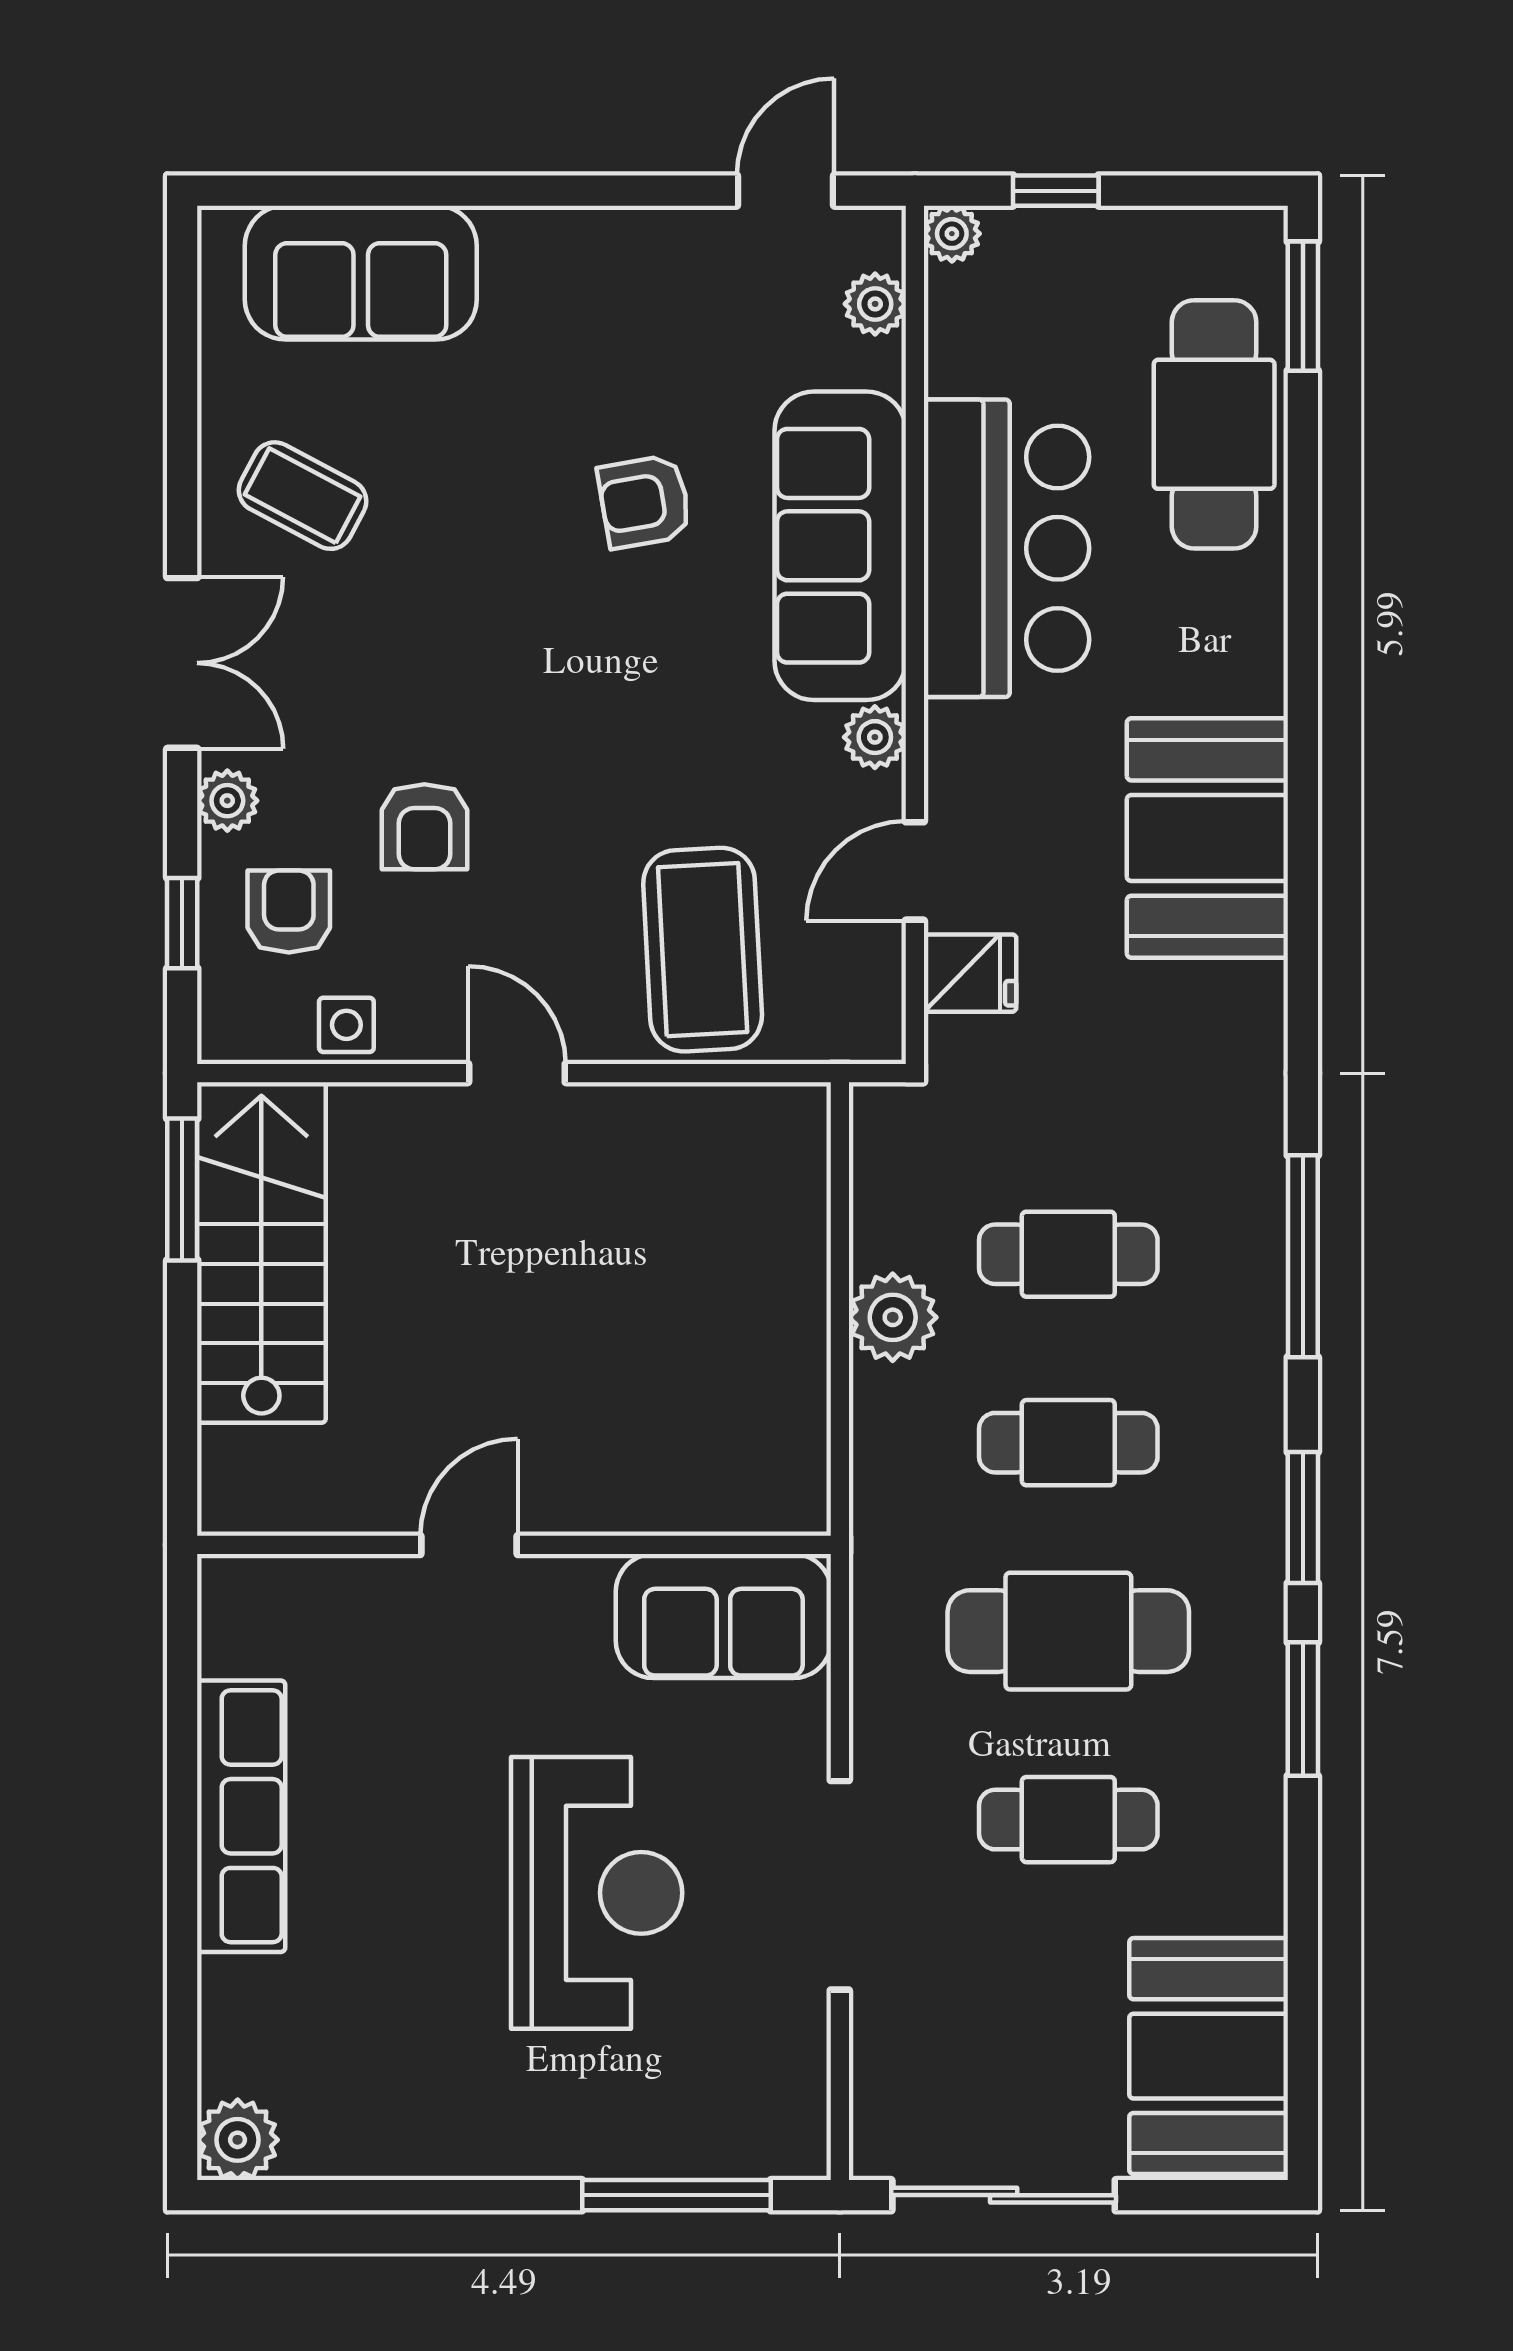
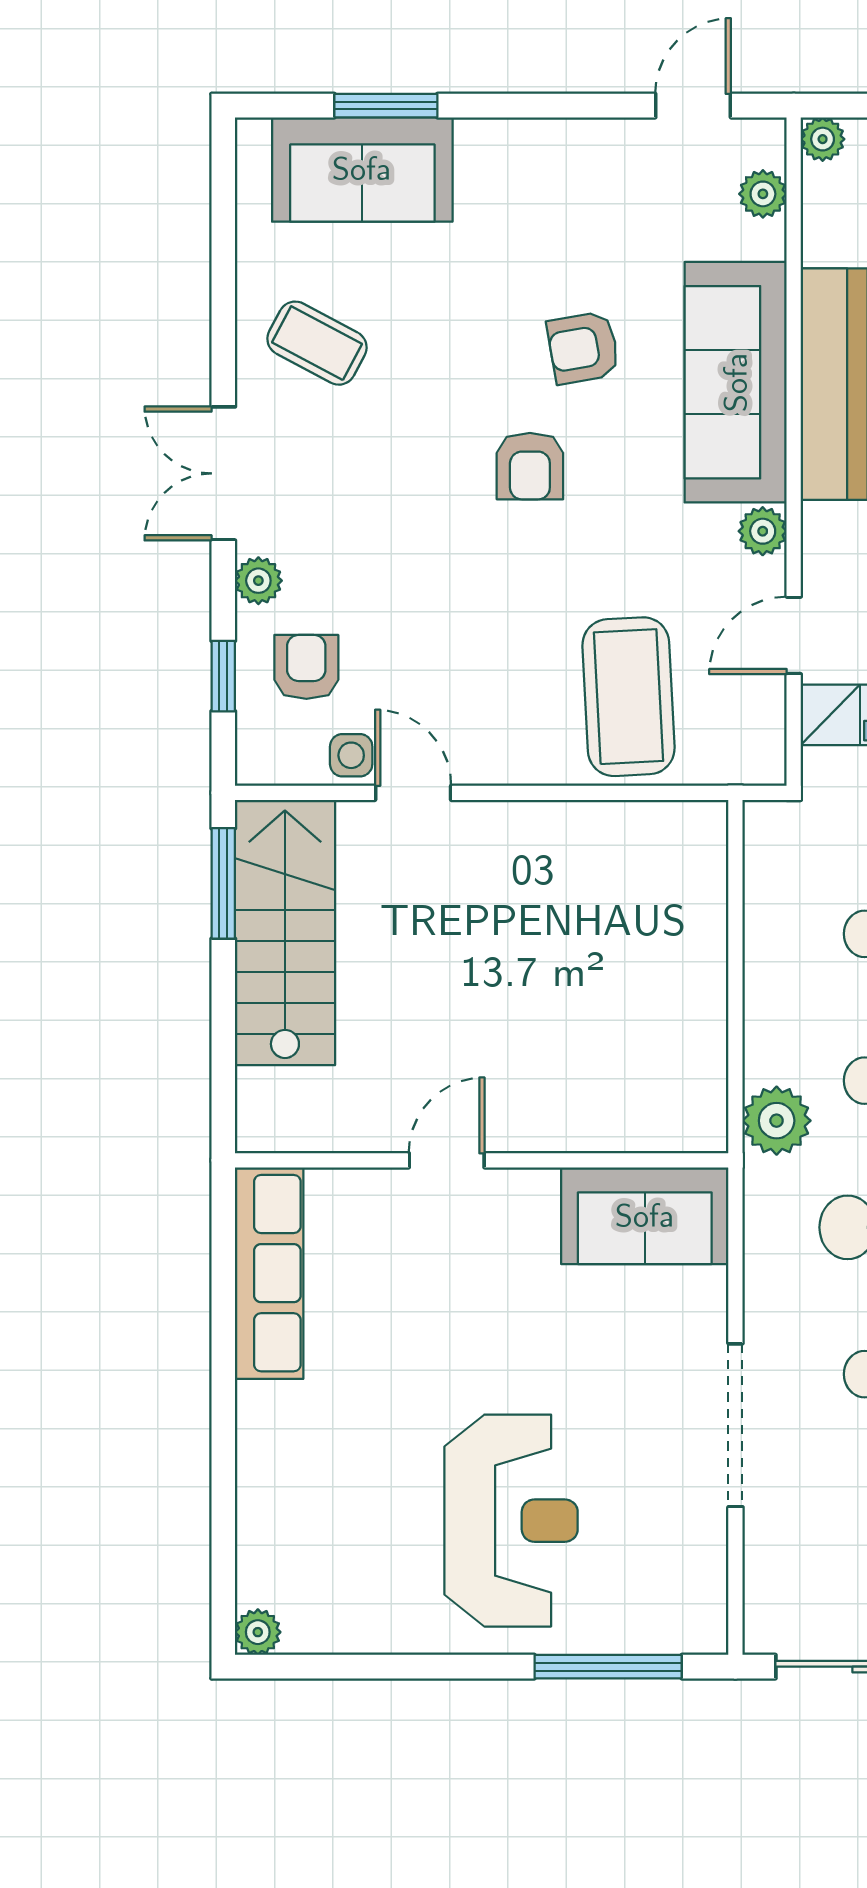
window: (391, 191) -> (386, 106), added
double door: (182, 663) -> (223, 473), swing flipped
armchair: (424, 827) -> (530, 466), moved
door: (517, 1073) -> (413, 793), moved
plant: (893, 1317) -> (777, 1121), moved
row of seats: (241, 1816) -> (269, 1273), moved
reception desk: (597, 1893) -> (511, 1521), moved
plant: (238, 2140) -> (258, 1632), width x0.73, depth x0.73

